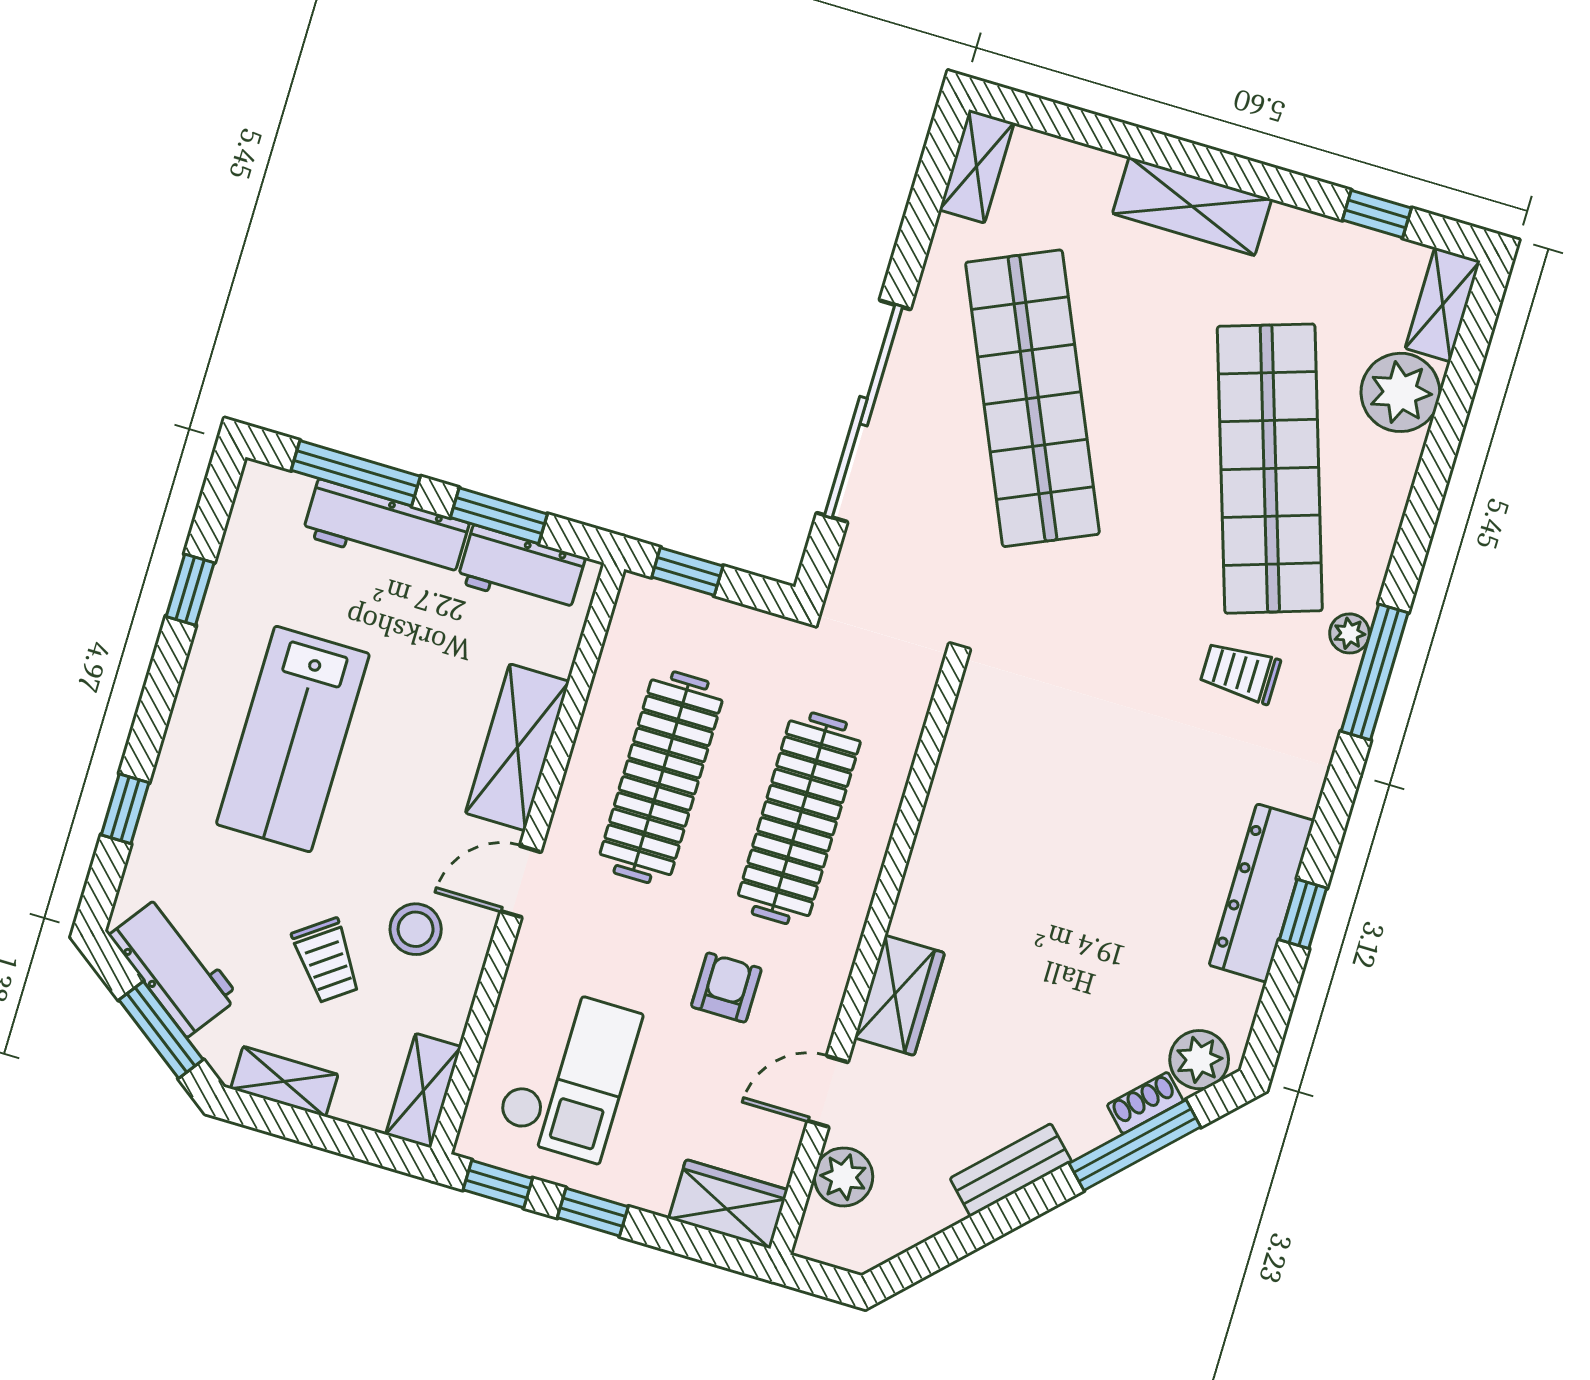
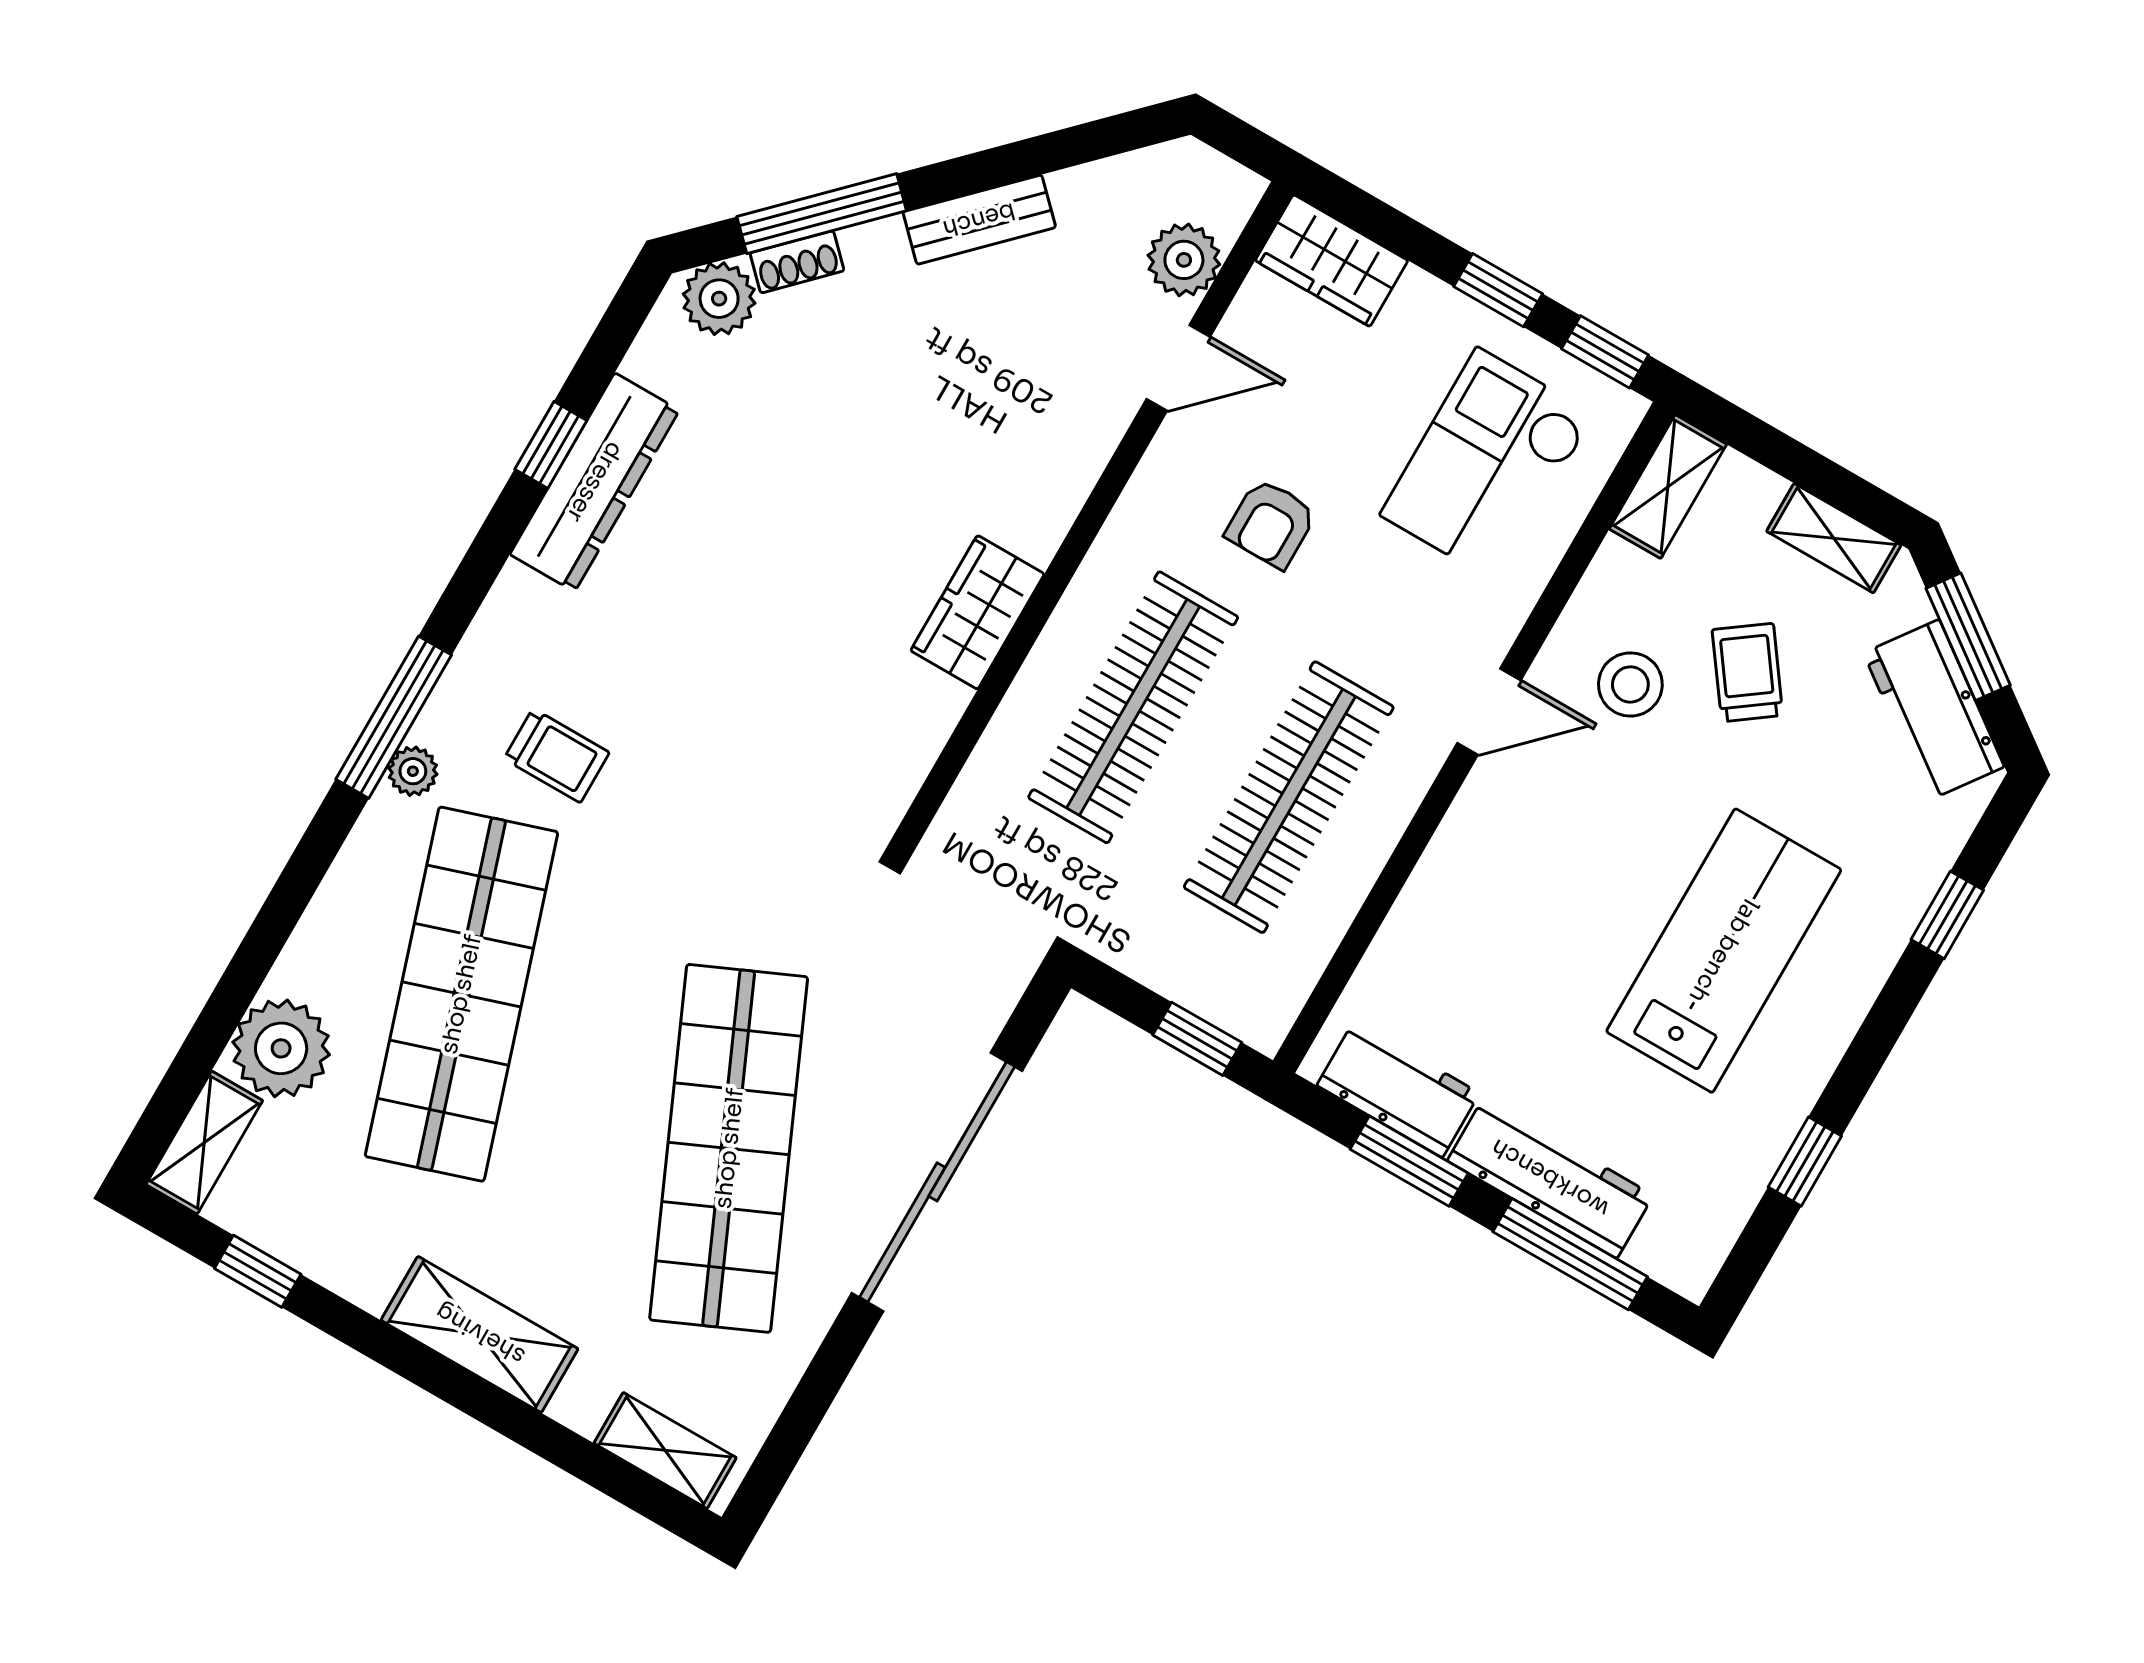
shelving: (977, 166) -> (665, 1450), moved, turned 90
shelving: (517, 747) -> (1454, 875), removed
wardrobe: (899, 995) -> (977, 612), moved

